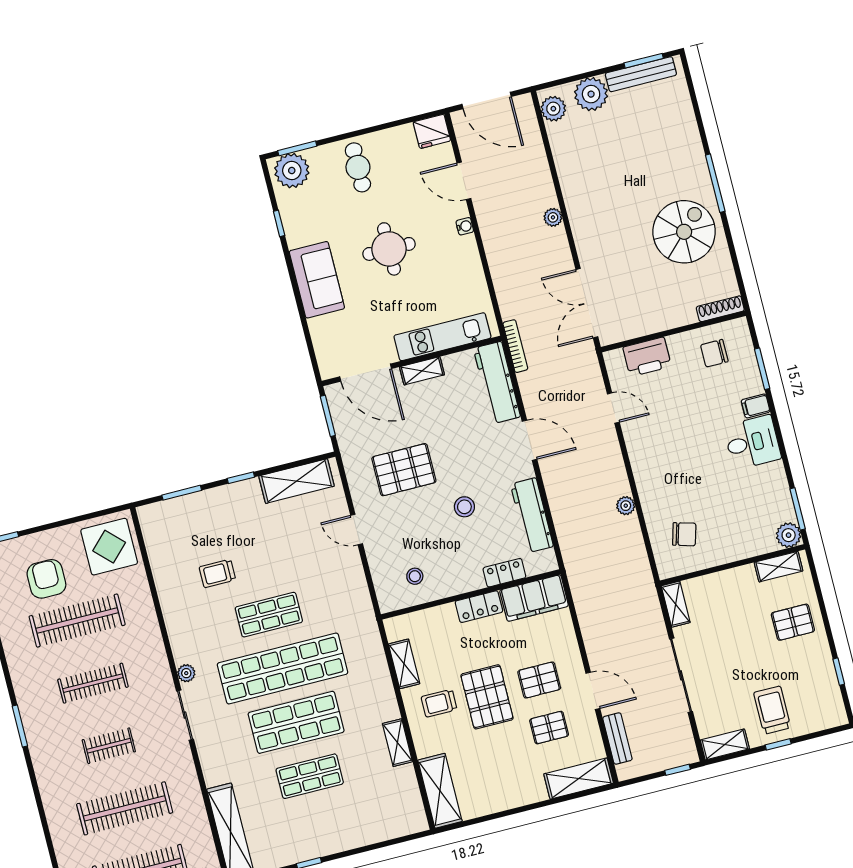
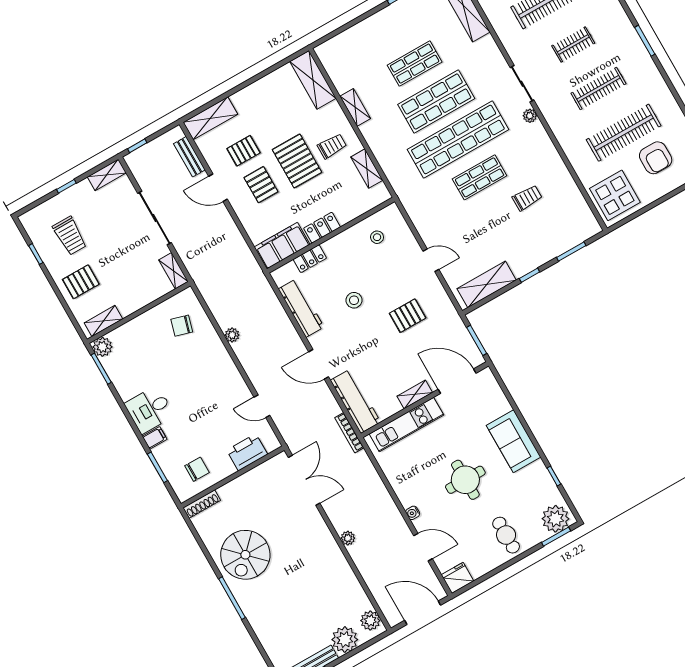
pallet: (404, 470) -> (408, 316), width x0.67, depth x0.71
pallet: (539, 680) -> (261, 185), turned 90
trolley: (772, 710) -> (70, 236), moved

